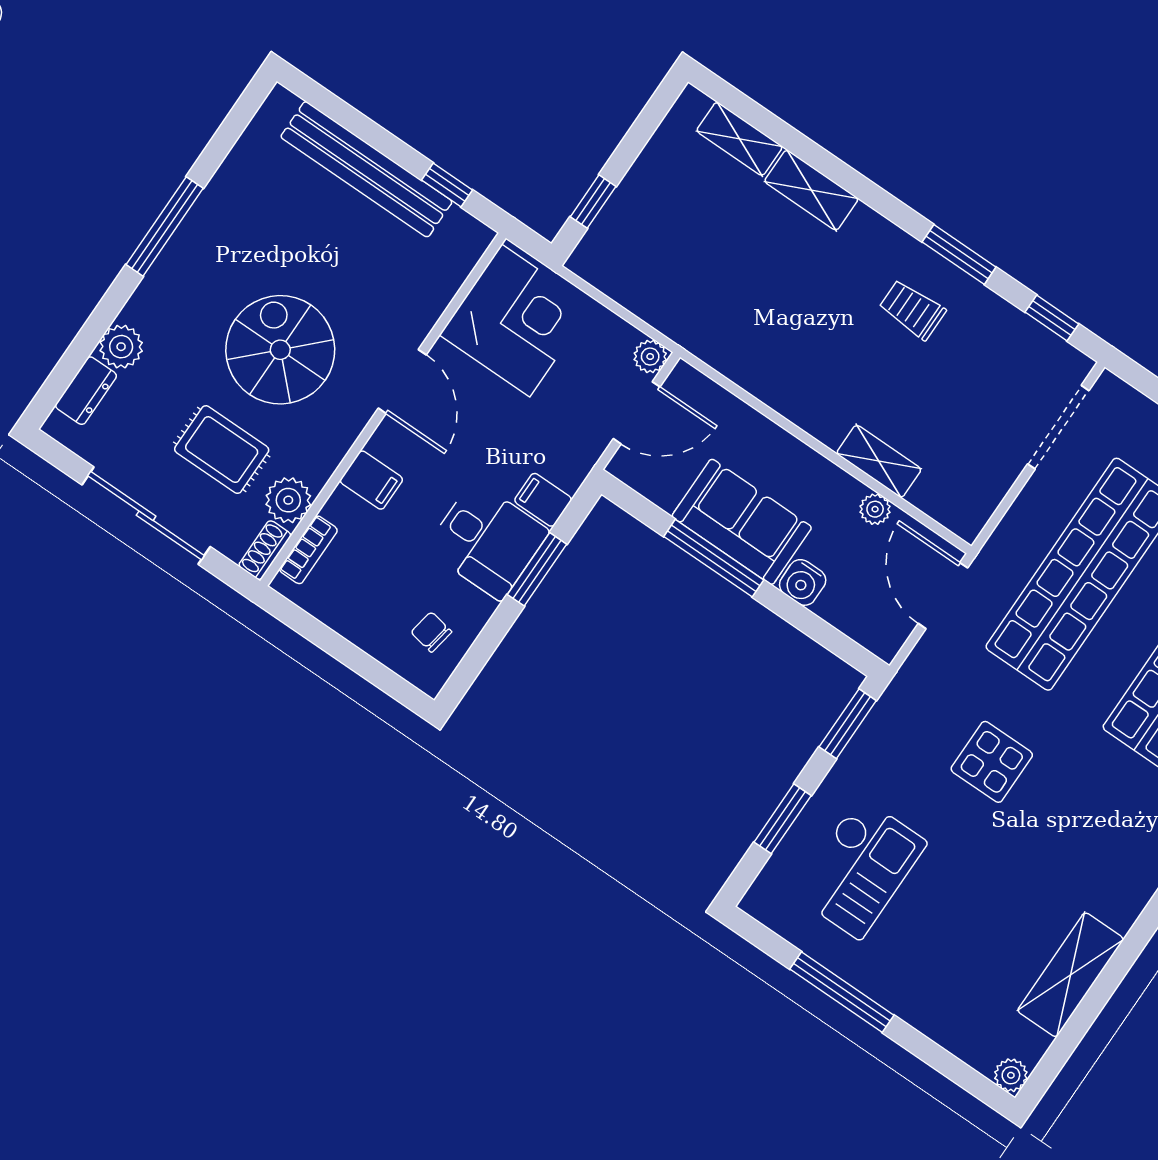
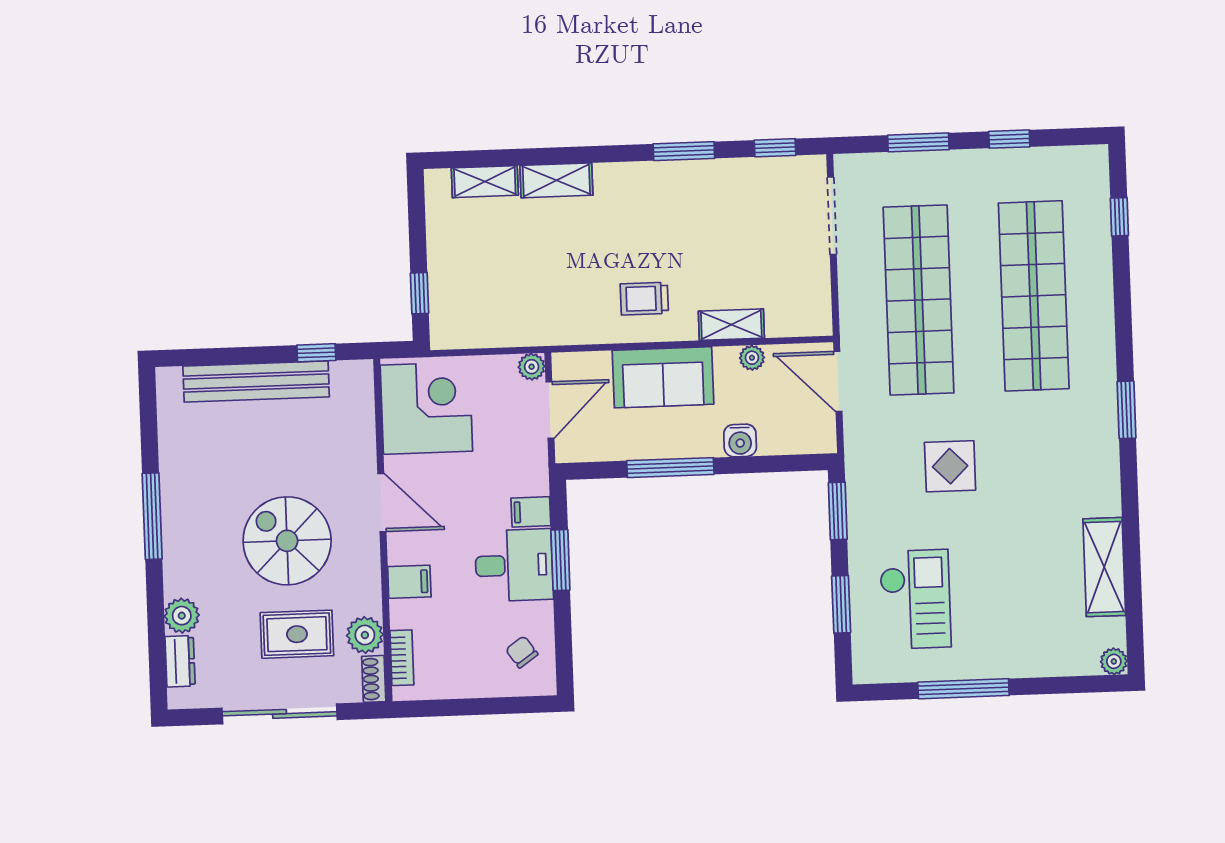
trolley: (912, 310) -> (644, 299), moved
sofa: (742, 522) -> (663, 377), moved, turned 180
chair: (431, 632) -> (522, 652), turned 45

